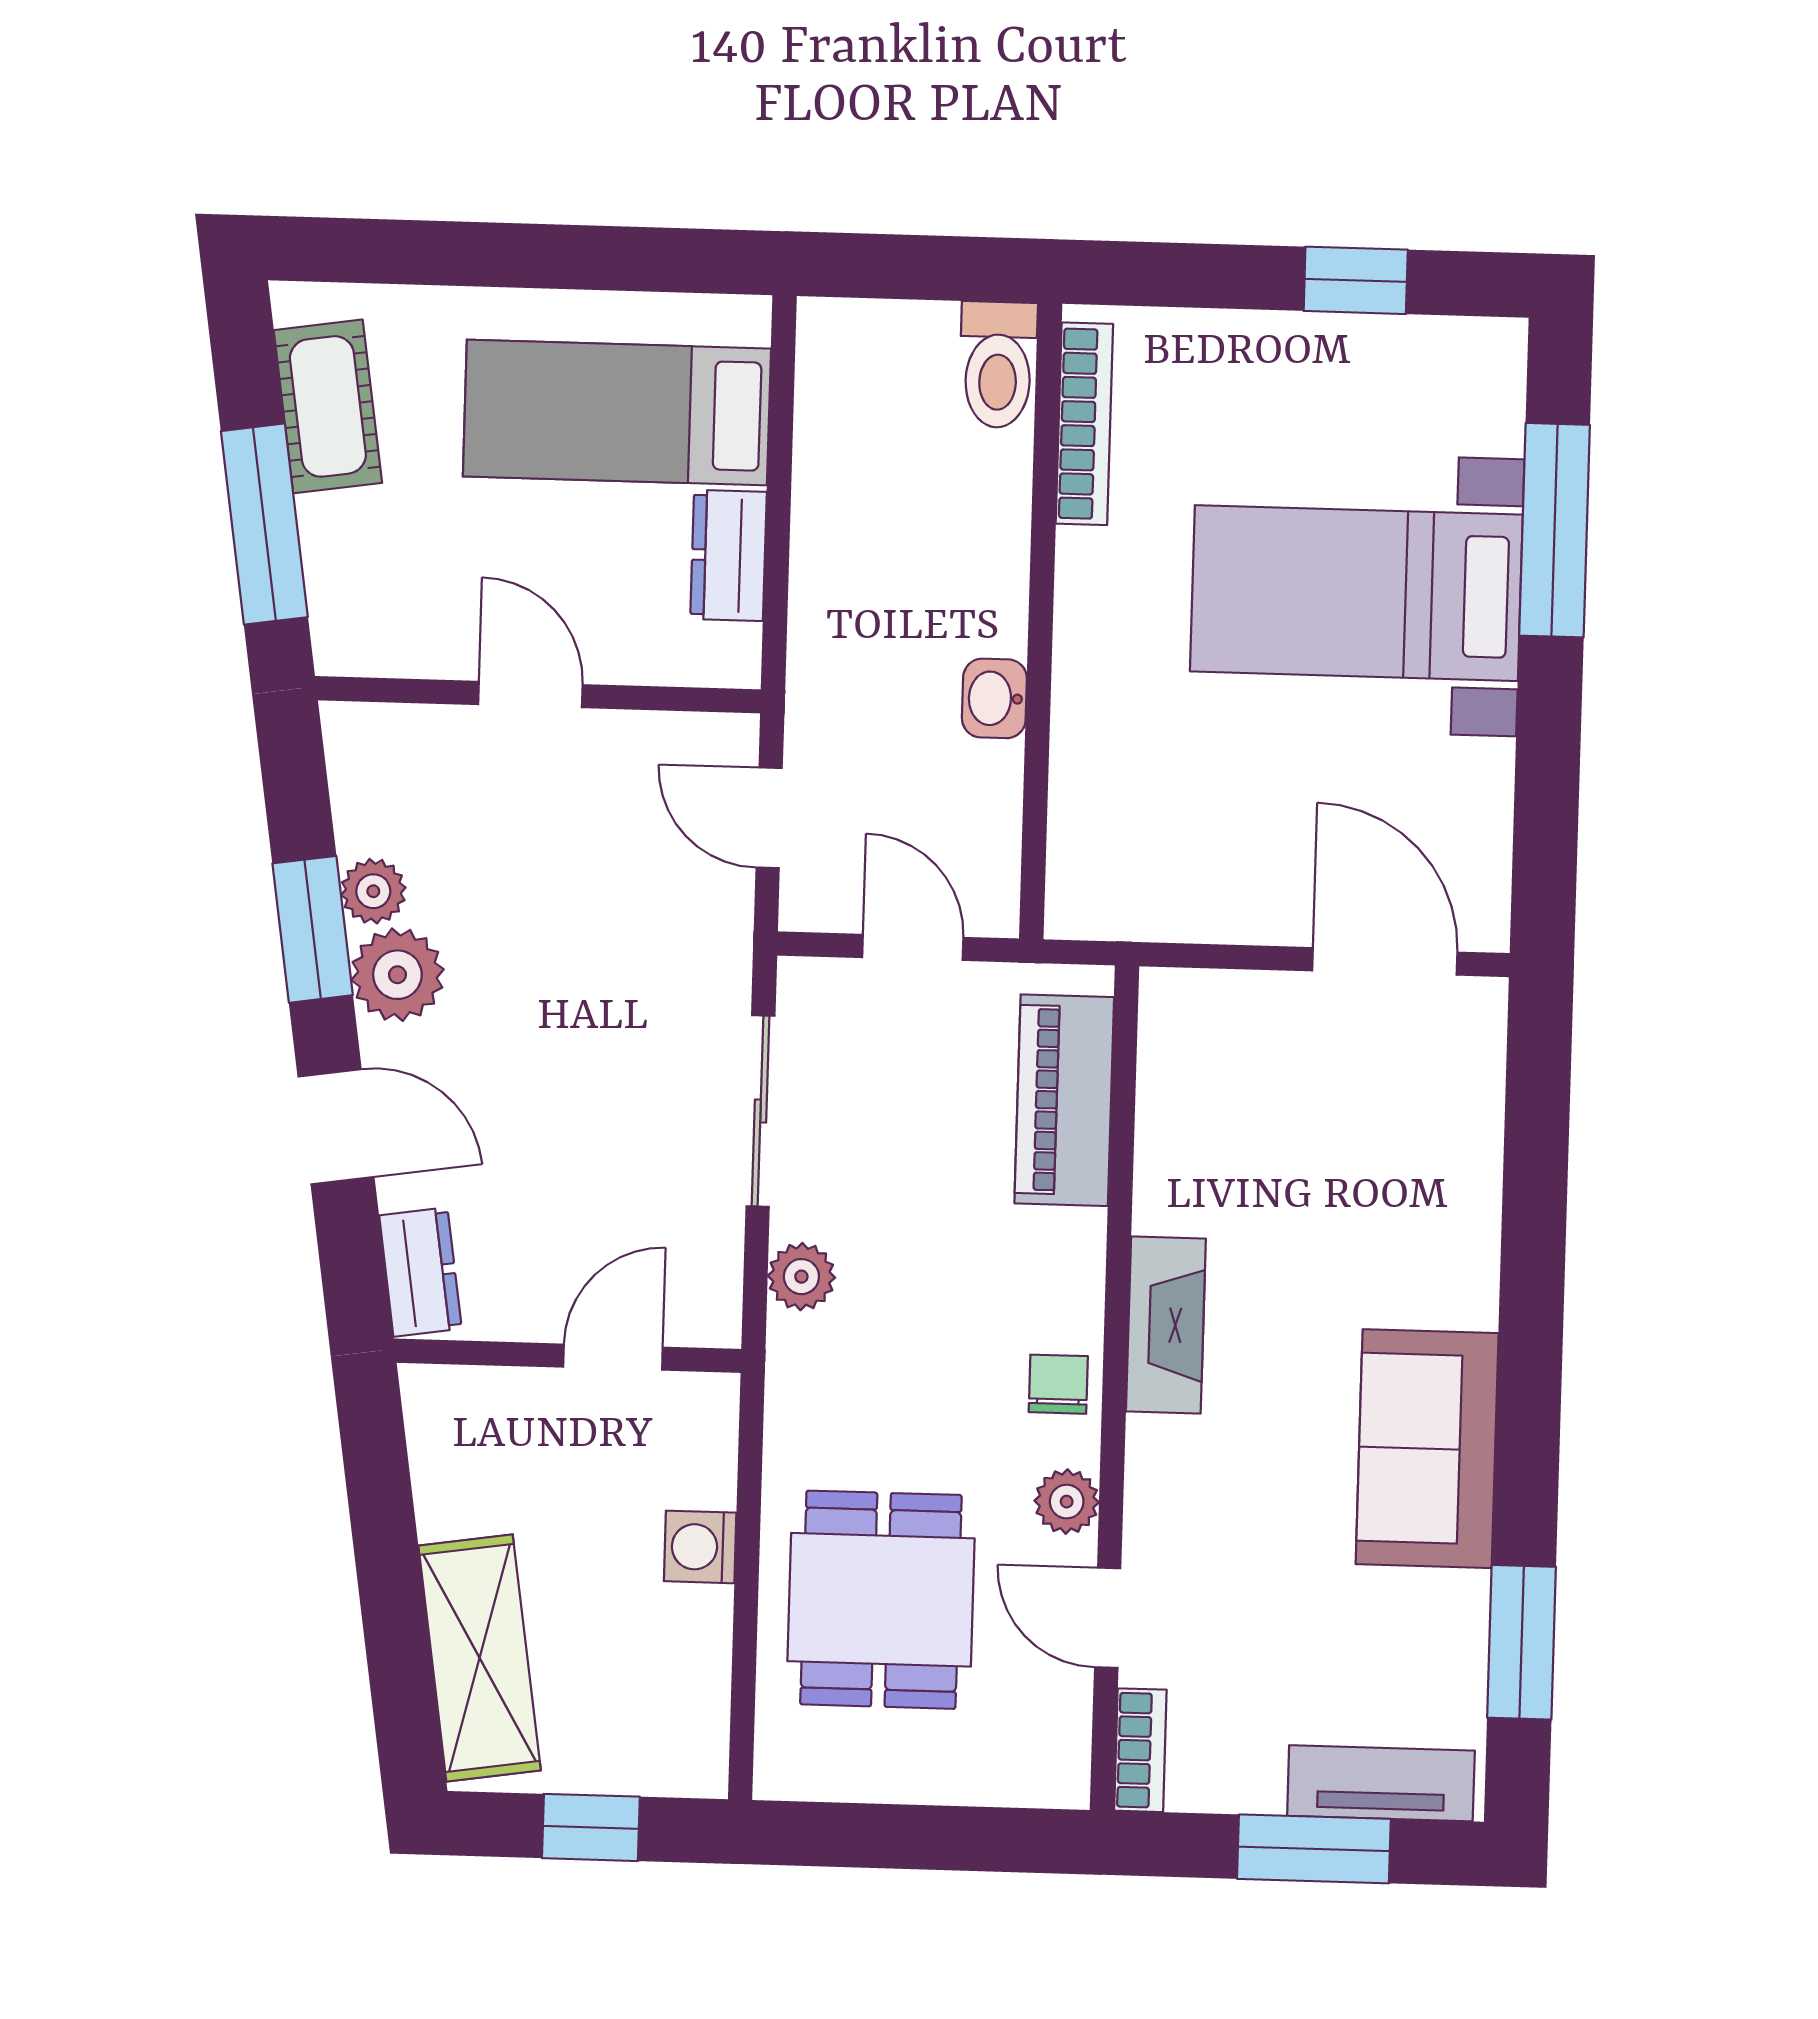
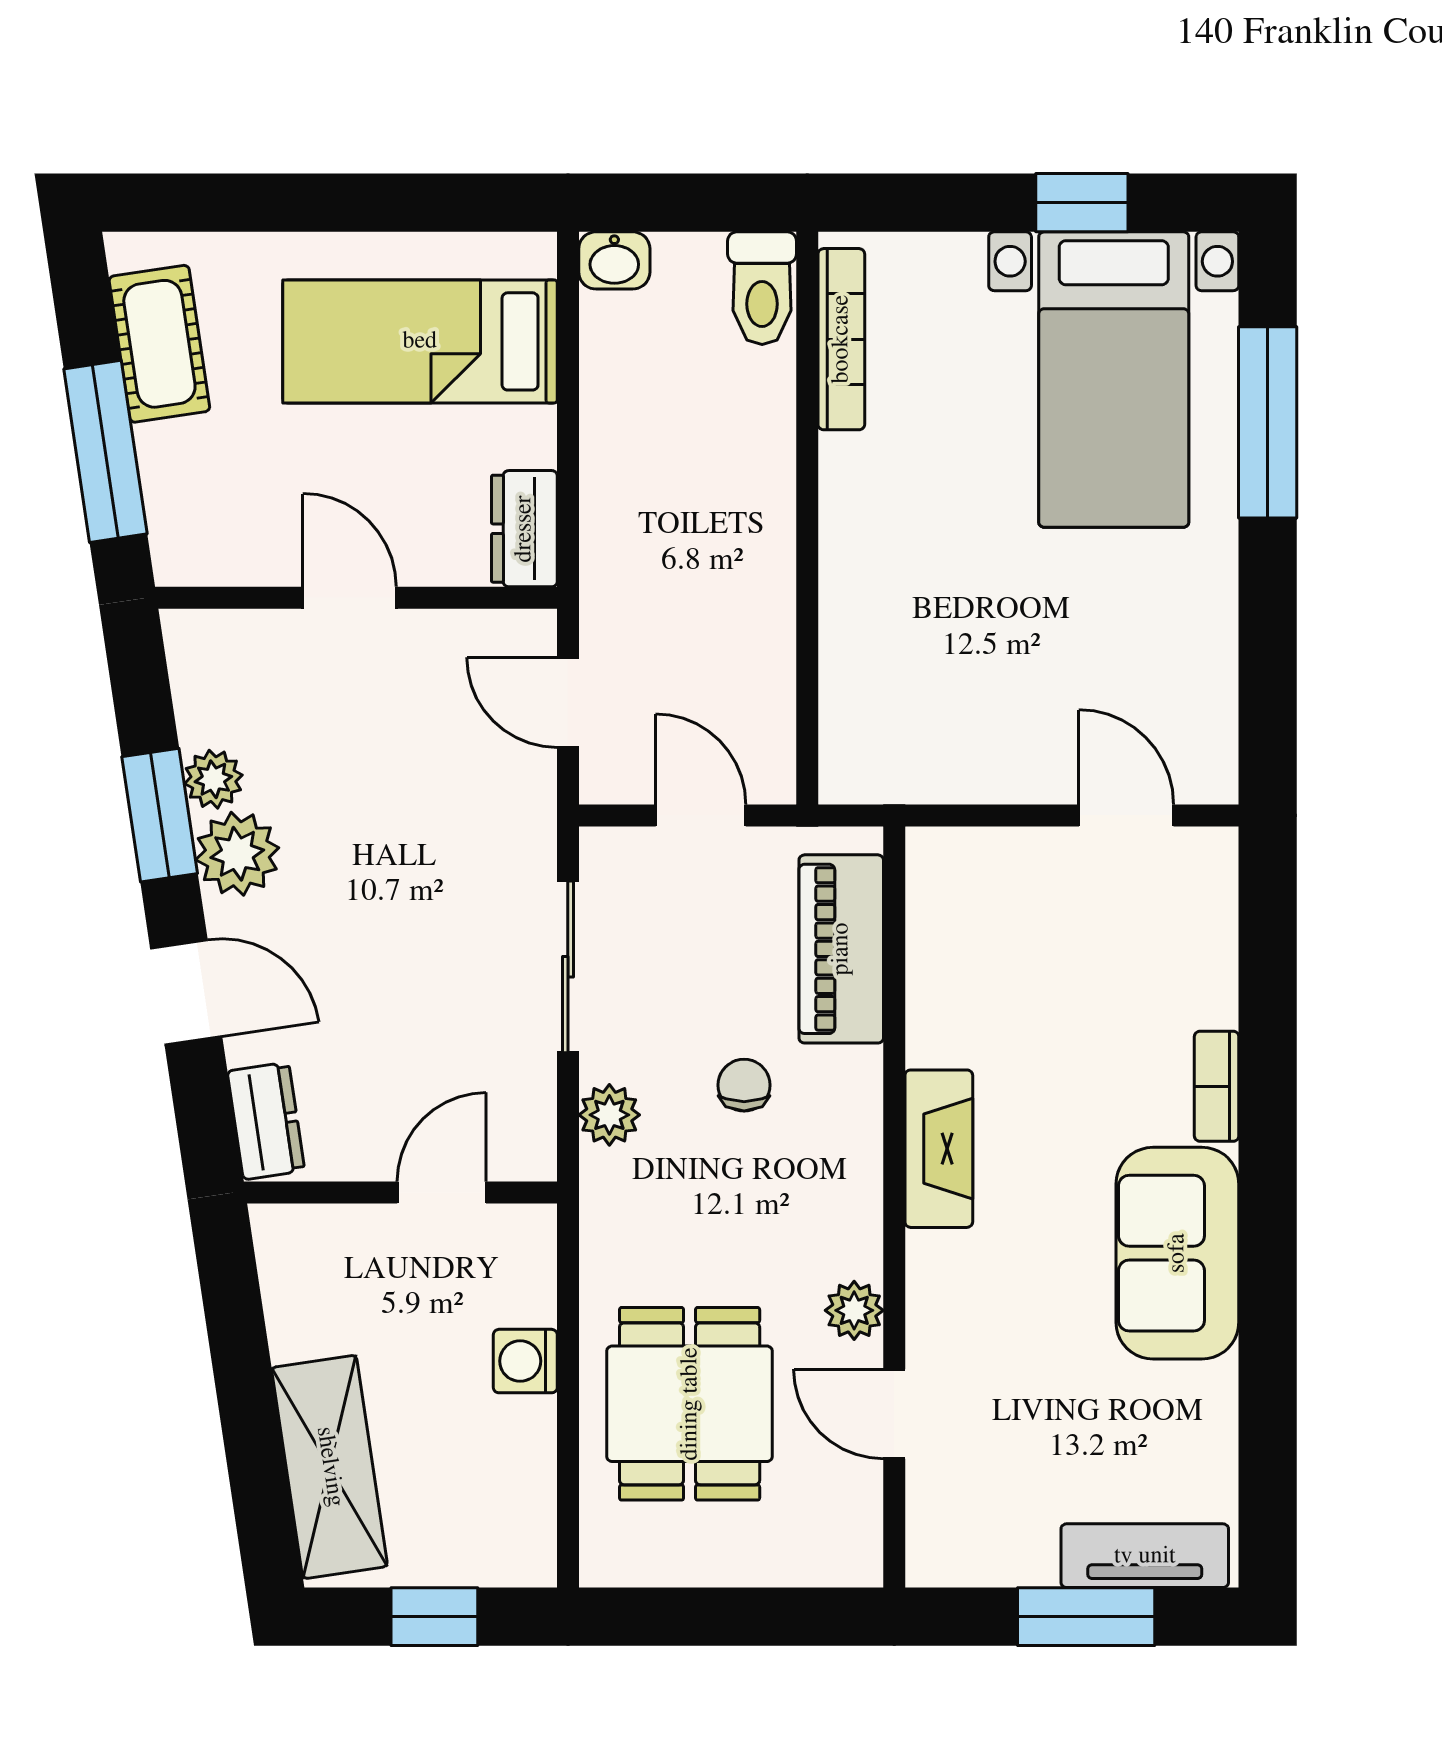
dresser: (728, 555) -> (524, 529), moved
bed with nightstands: (1356, 593) -> (1114, 380), moved, turned -90
washbasin: (994, 698) -> (614, 260), moved, turned -90
door: (1385, 961) -> (1126, 815), width x0.73
chair: (1058, 1384) -> (744, 1085), moved
window: (1522, 1642) -> (1268, 1425), removed
bookcase: (1140, 1750) -> (1217, 1086), moved, turned 180

